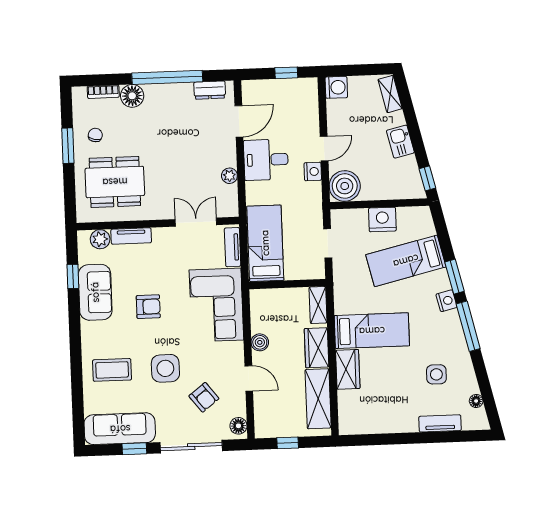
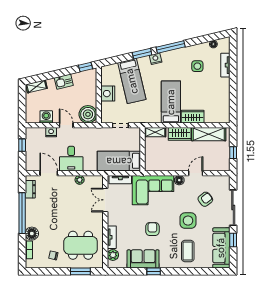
washing machine: (336, 87) -> (46, 117), moved
window: (68, 146) -> (80, 271), moved
nightstand: (313, 172) -> (51, 132), moved
dining table: (115, 182) -> (81, 245), turned 90
window: (73, 276) -> (154, 271), moved
boiler: (260, 342) -> (175, 166), removed
floor lamp: (238, 426) -> (179, 180), moved

